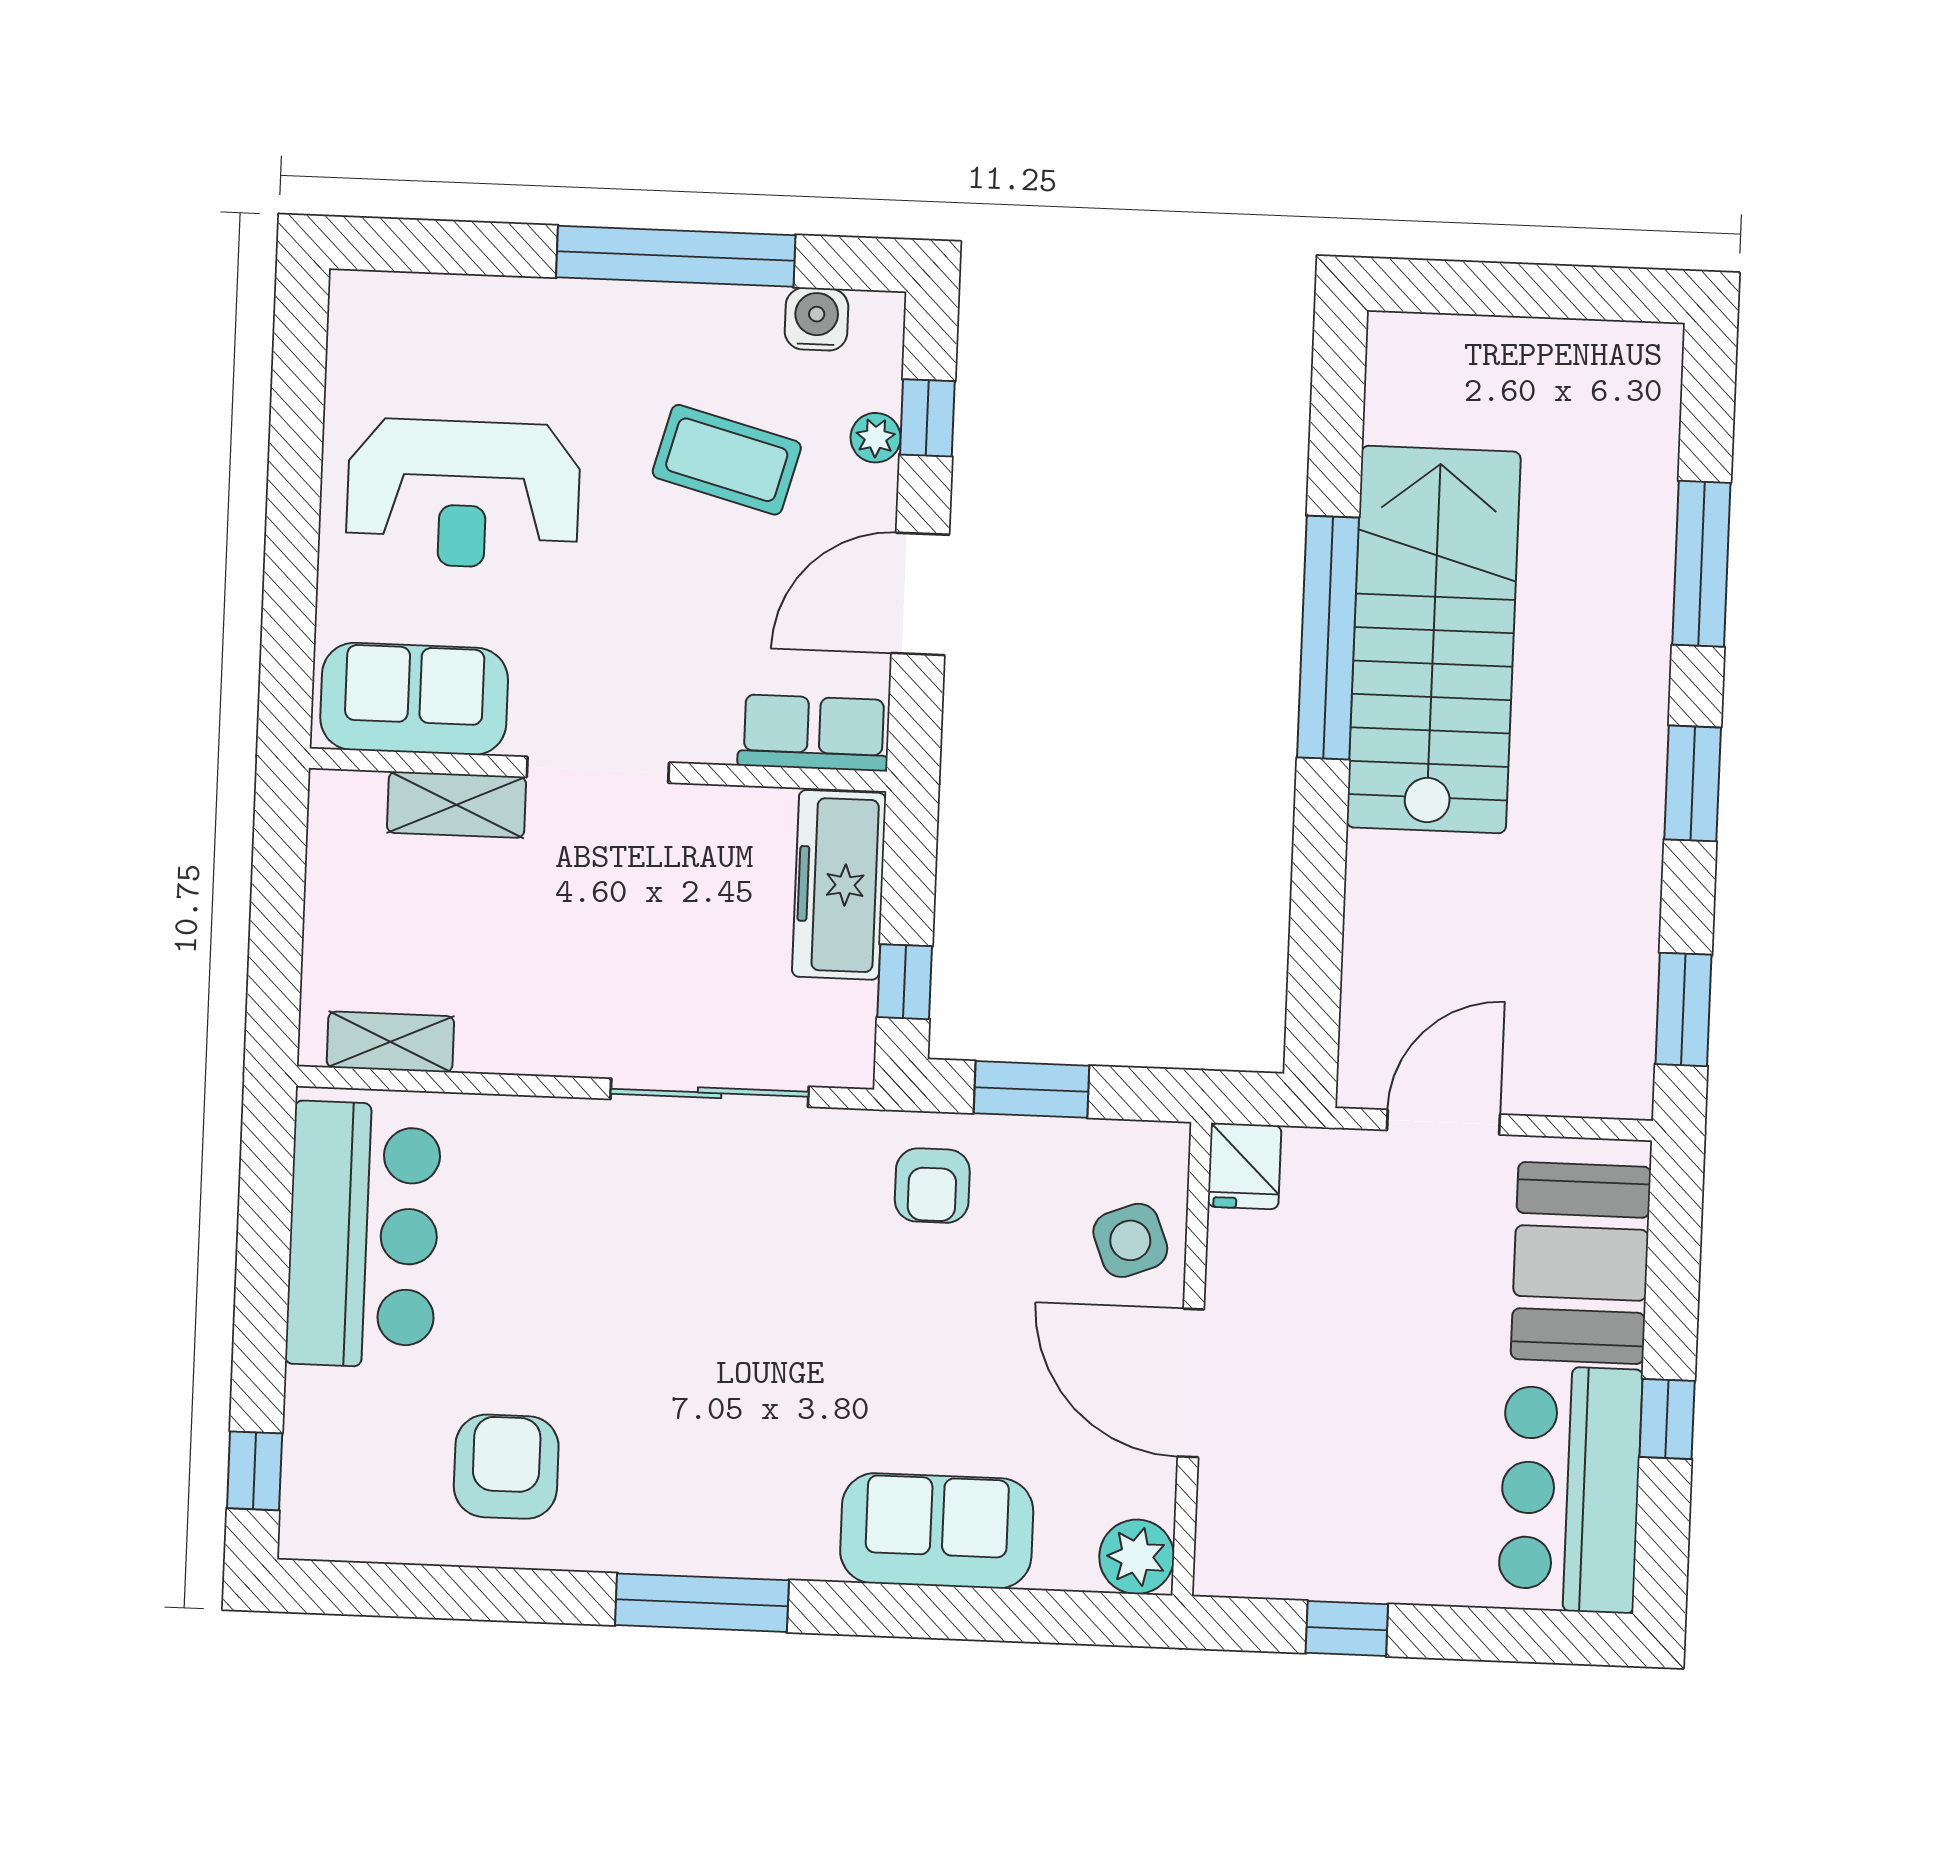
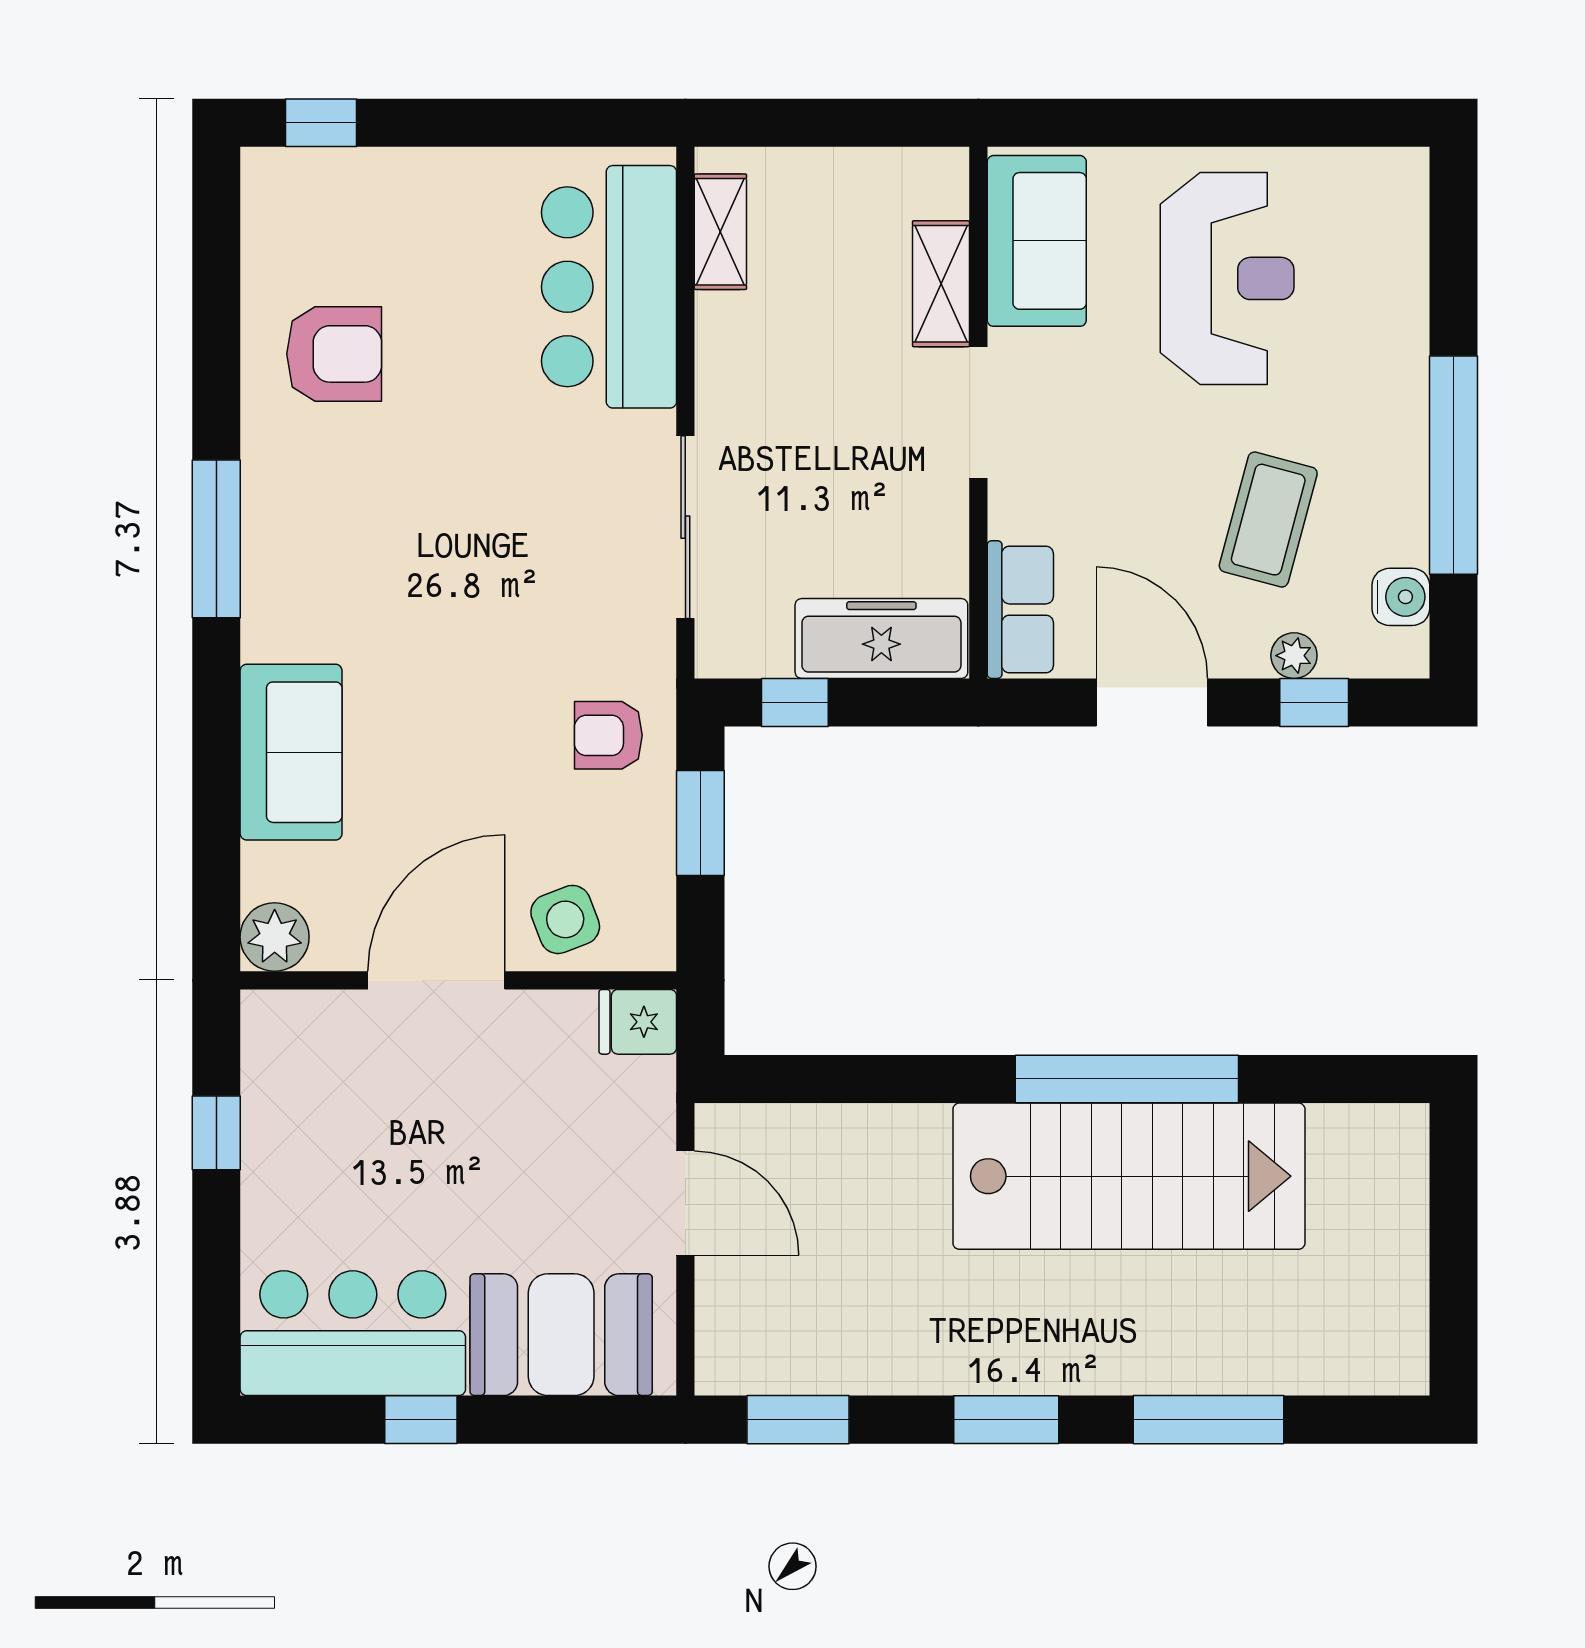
reception desk: (463, 494) -> (1227, 278), turned 180
bar counter: (363, 1235) -> (609, 287), moved, turned 90

